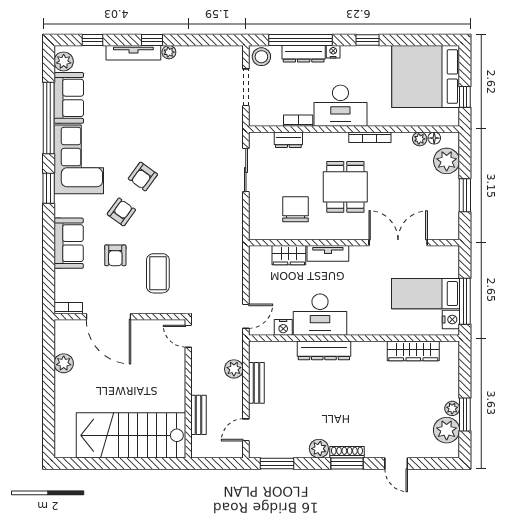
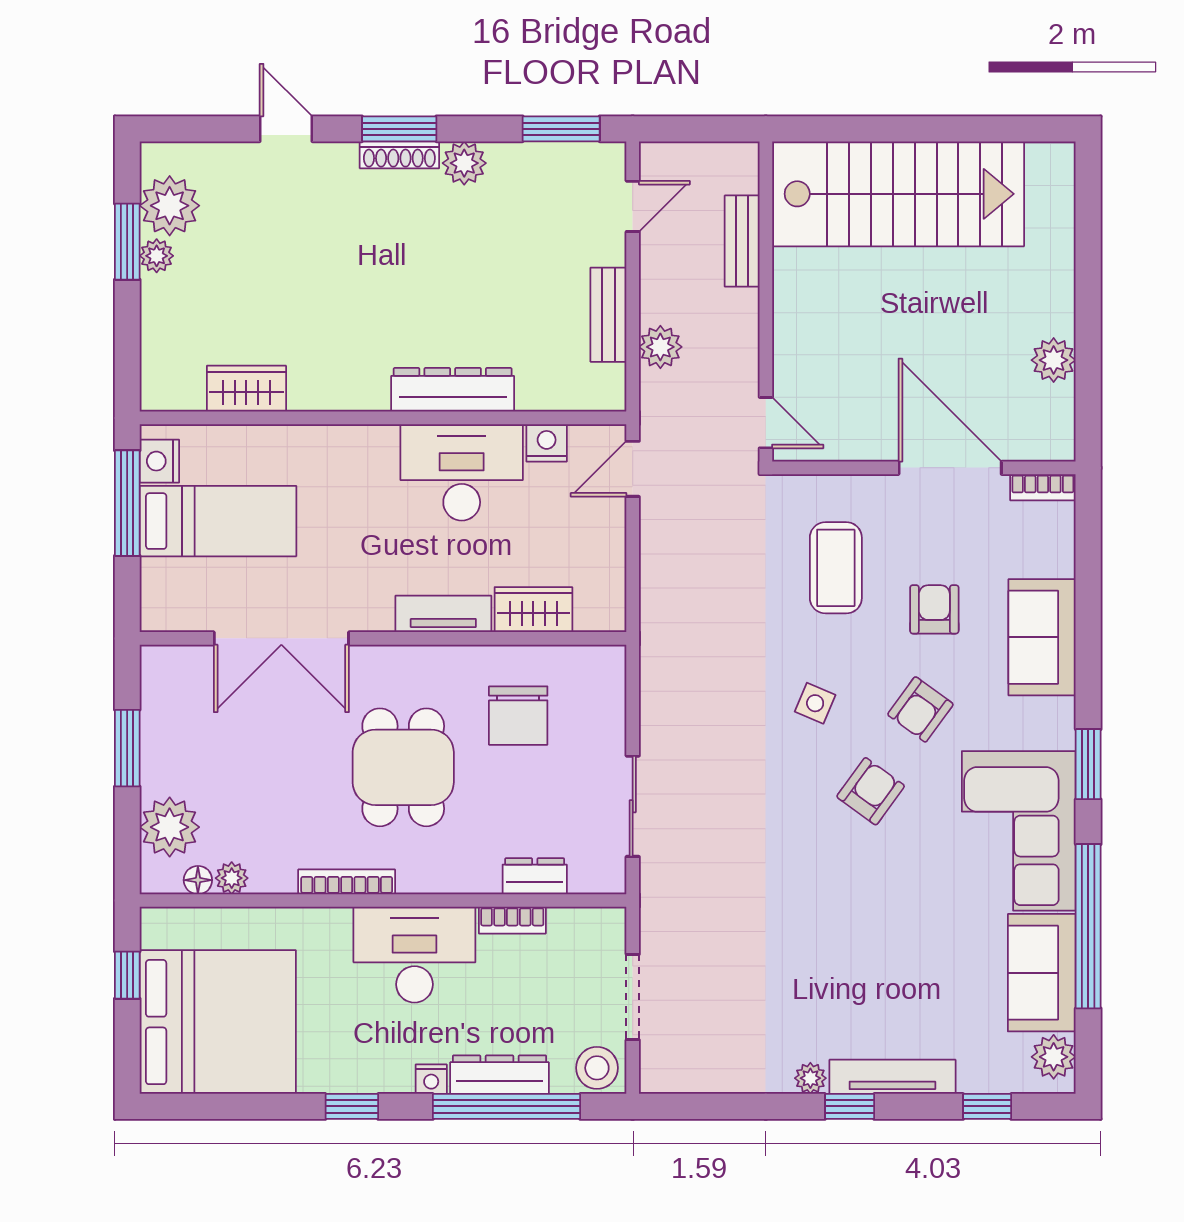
side table: (167, 215) -> (815, 703), added
wardrobe: (413, 351) -> (246, 389), width x0.67

